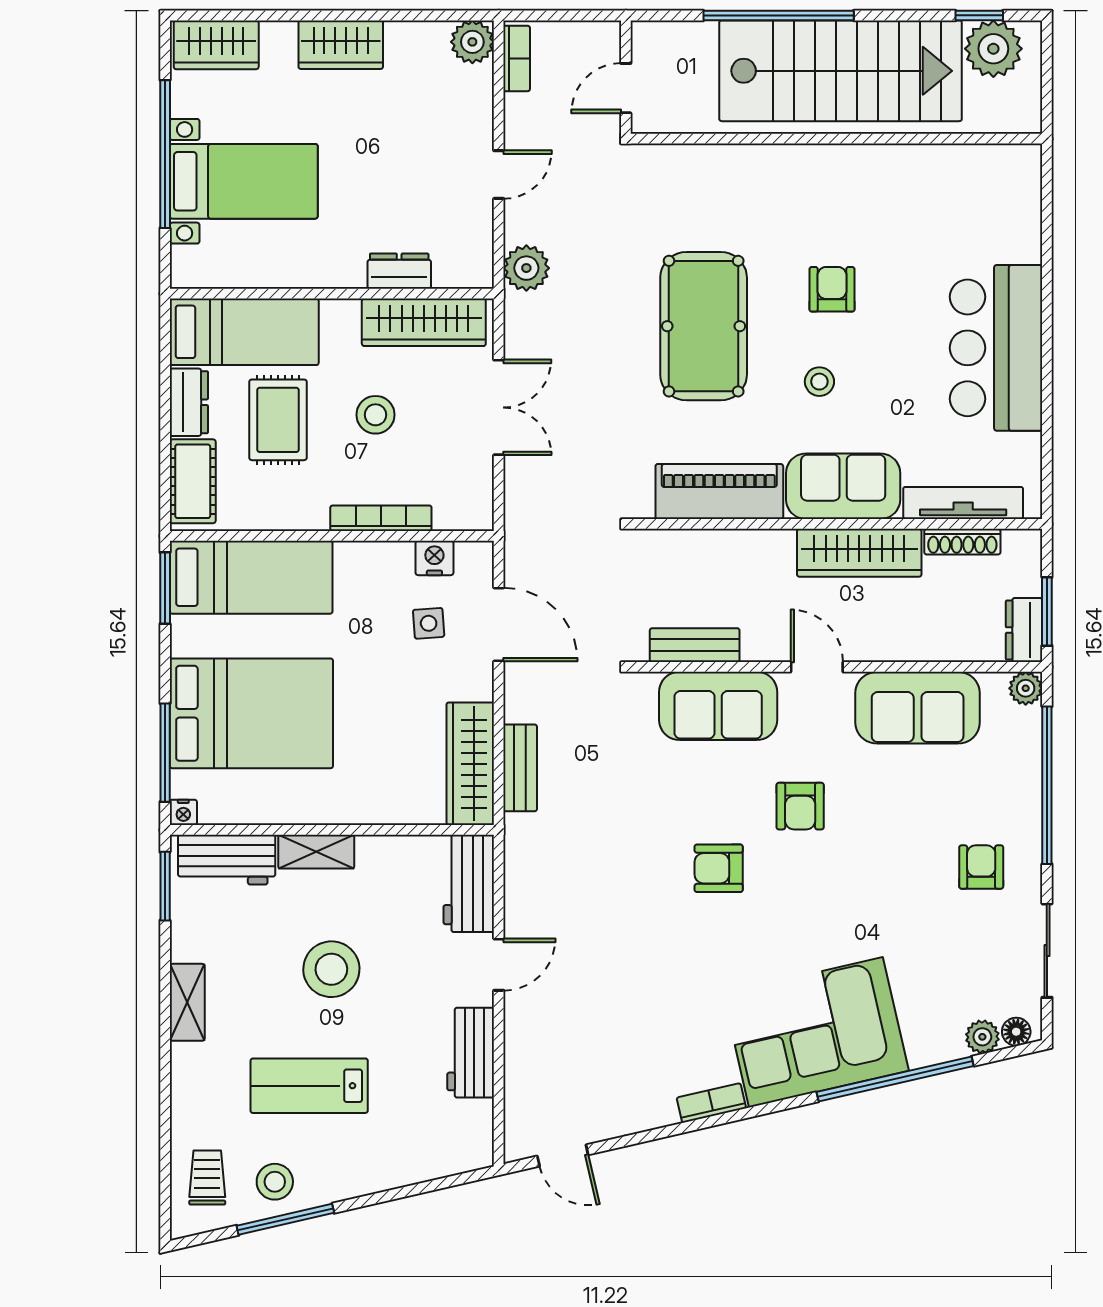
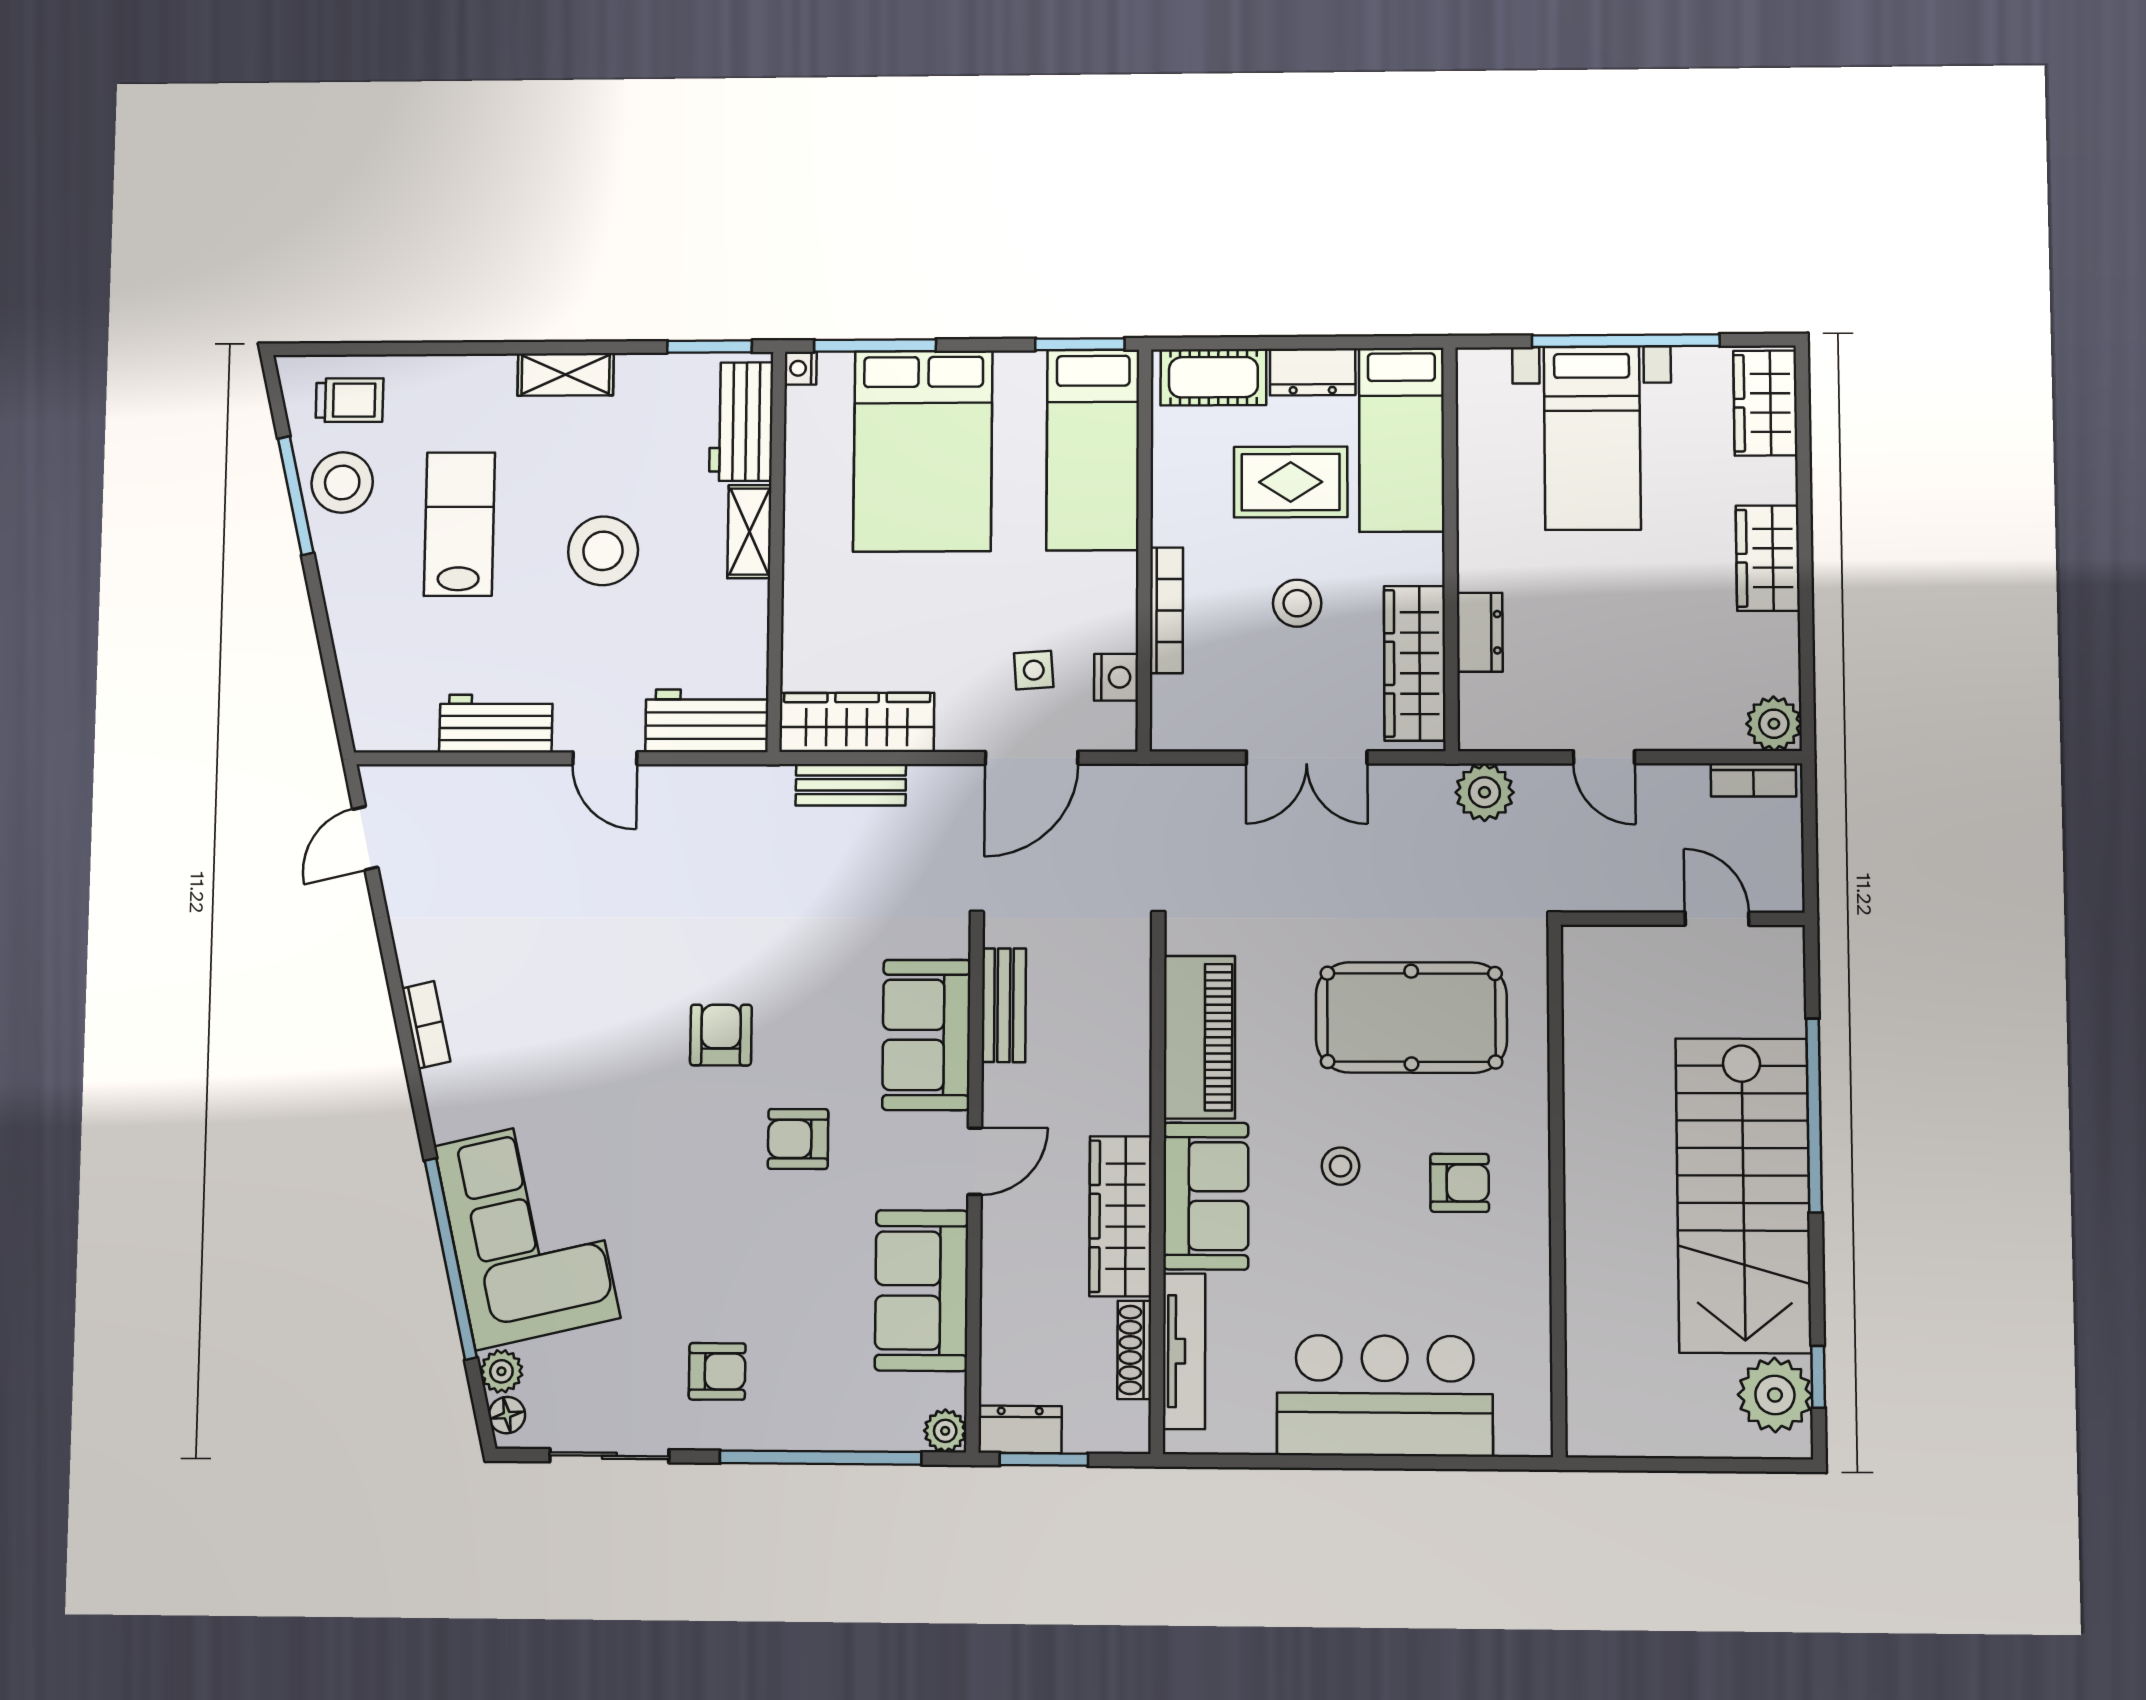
wall: (836, 139) -> (1557, 1189), moved
corner sofa: (816, 1032) -> (527, 1232), moved
stool: (275, 1182) -> (342, 482), width x1.38, depth x1.38

